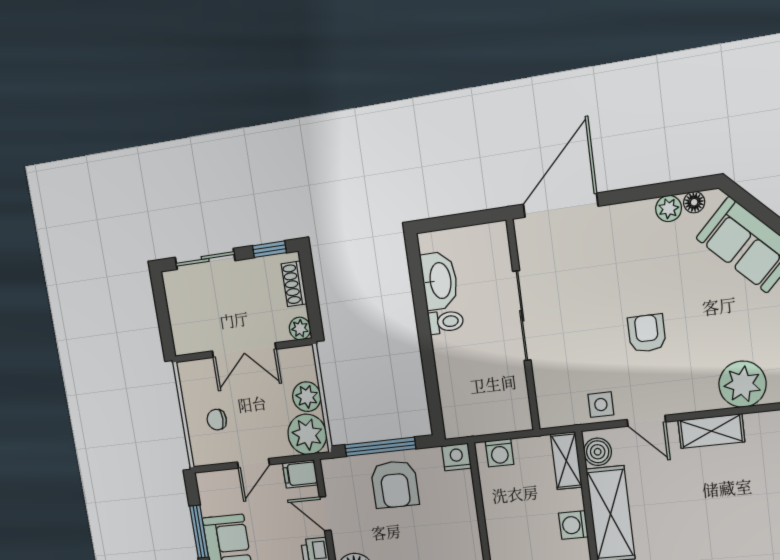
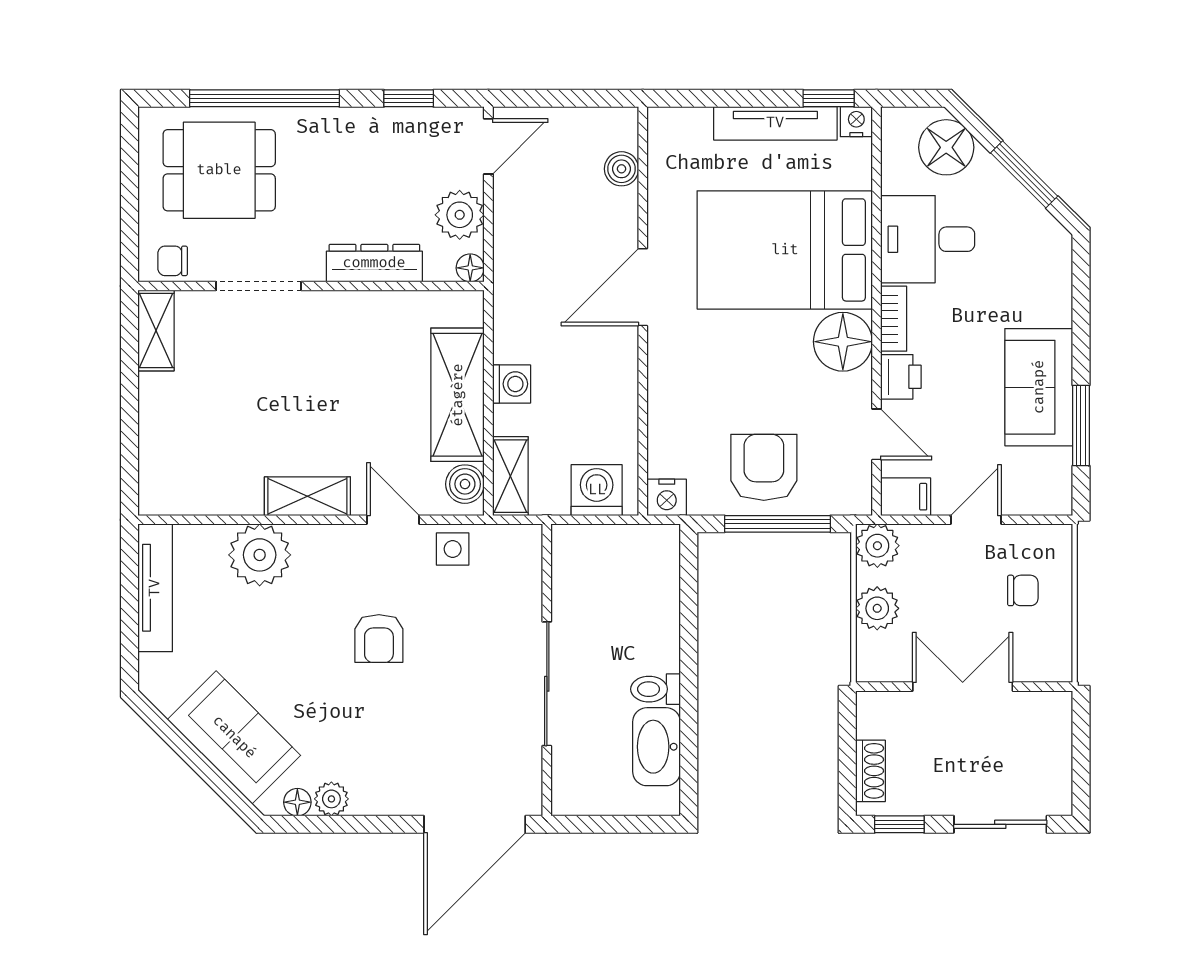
plant: (300, 328) -> (872, 707), removed
plant: (307, 434) -> (877, 546), width x0.73, depth x0.73
washing machine: (500, 453) -> (597, 490), width x1.38, depth x1.38

